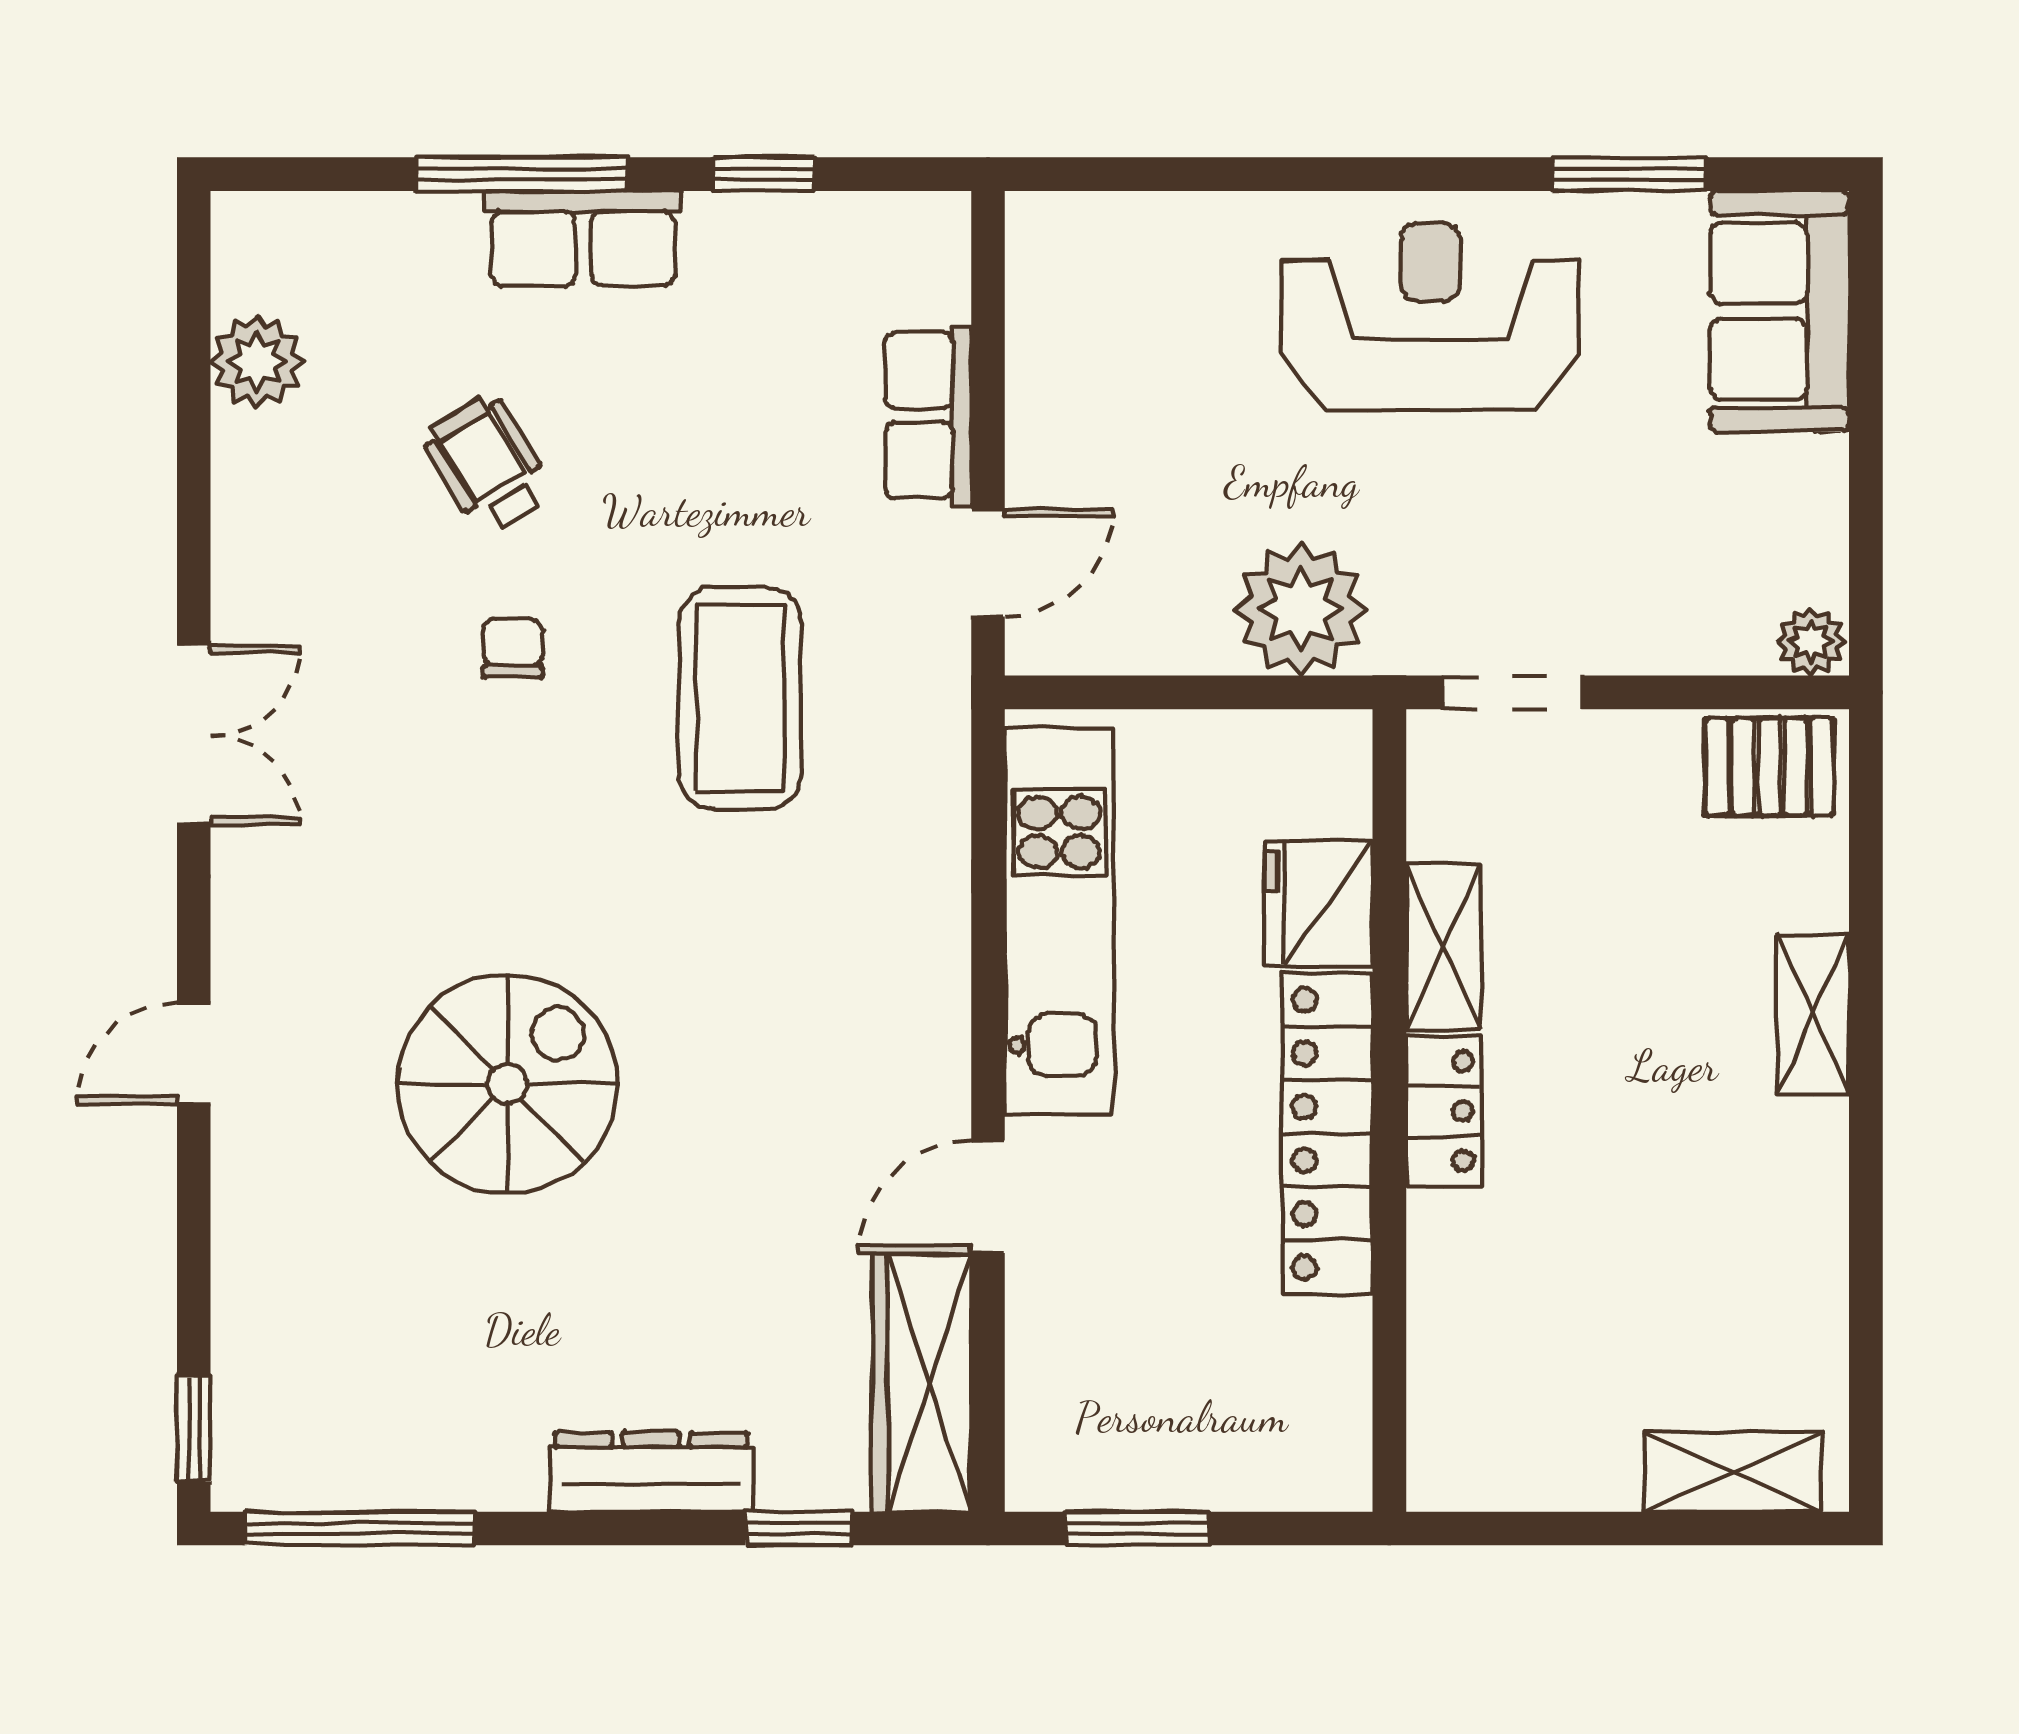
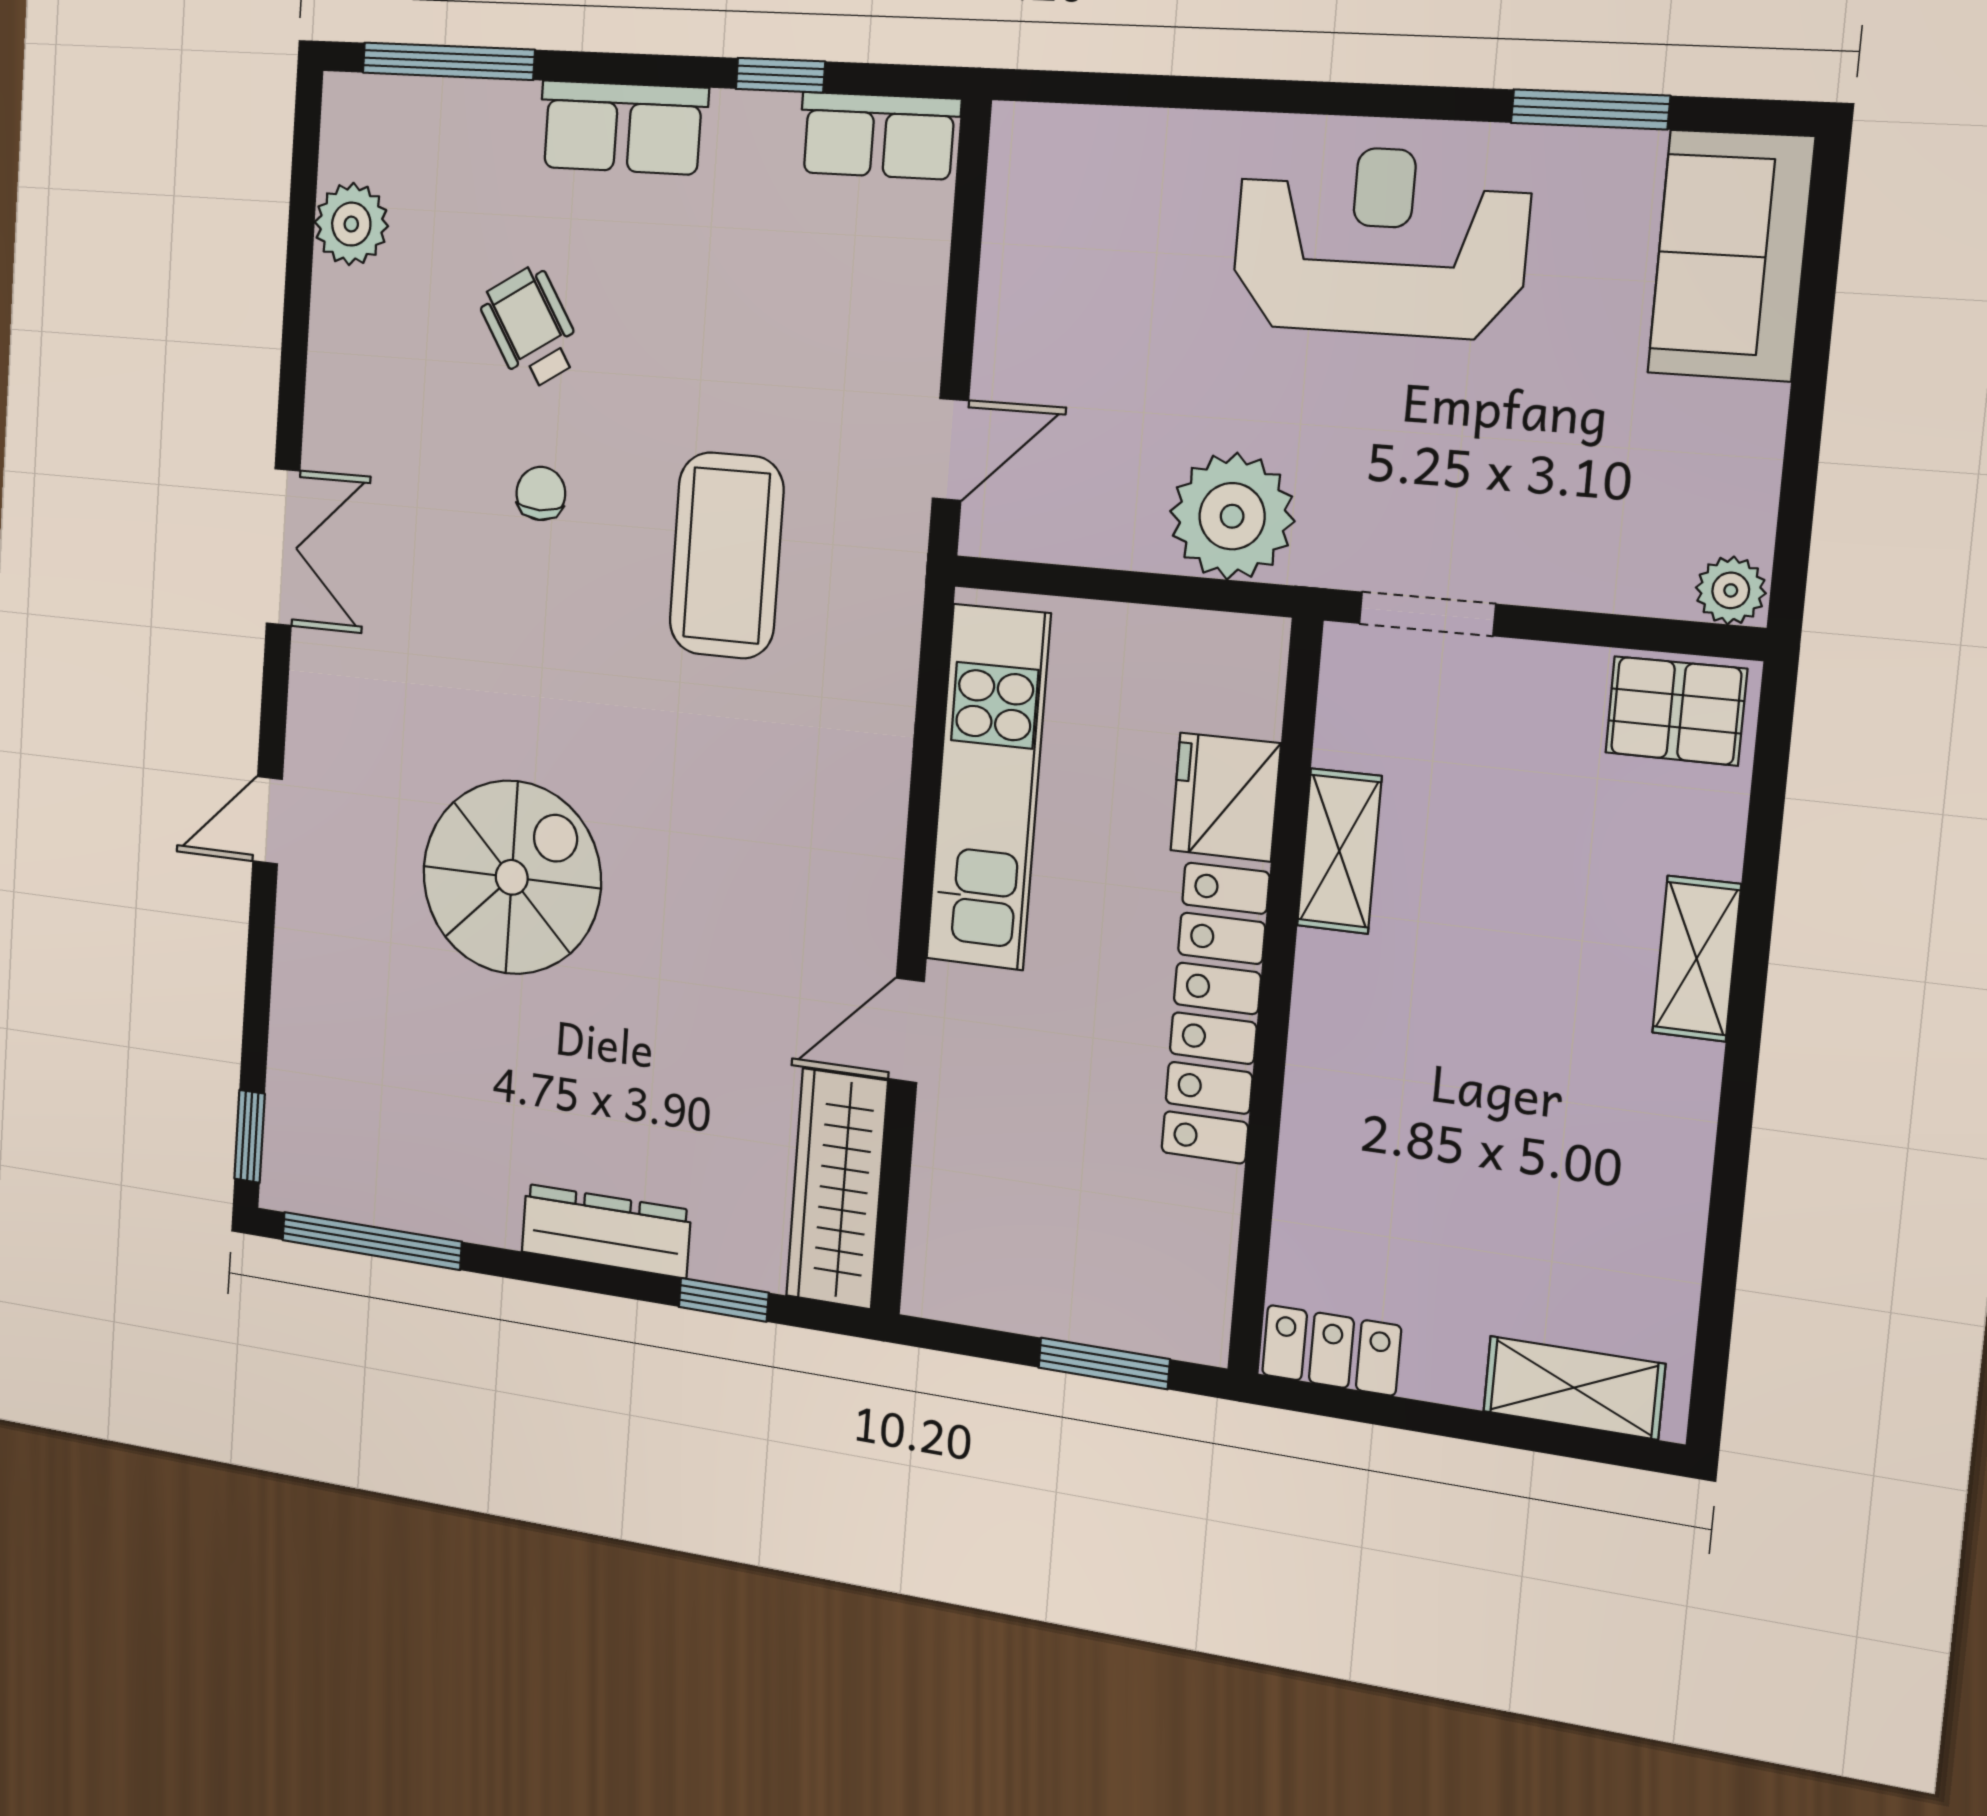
window: (522, 174) -> (448, 61), moved
row of seats: (928, 415) -> (879, 136), moved, turned -90
locker: (1444, 1111) -> (1331, 1350), moved, turned -90
window: (1137, 1528) -> (1104, 1363), moved

